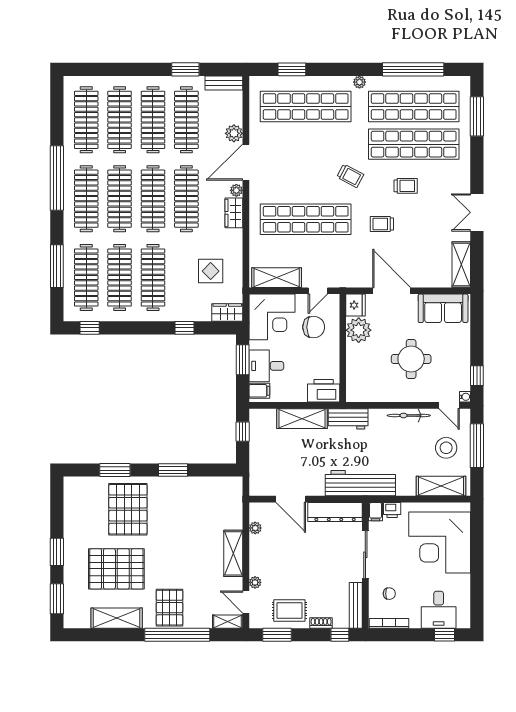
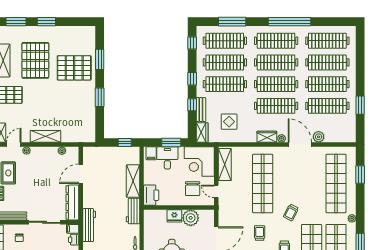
bench: (224, 83) -> (201, 110), moved
fridge: (356, 305) -> (174, 216), moved
window: (145, 328) -> (192, 79), added
workbench: (360, 483) -> (89, 225), width x0.73, depth x0.76

